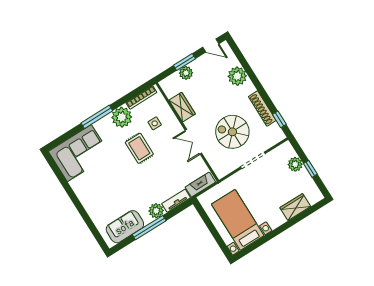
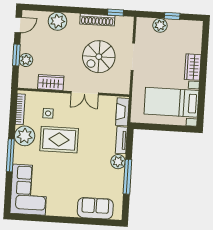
rug: (139, 148) -> (59, 140), width x1.36, depth x1.43
wardrobe: (295, 207) -> (193, 67), moved
sofa: (125, 227) -> (95, 208), moved, turned 90

